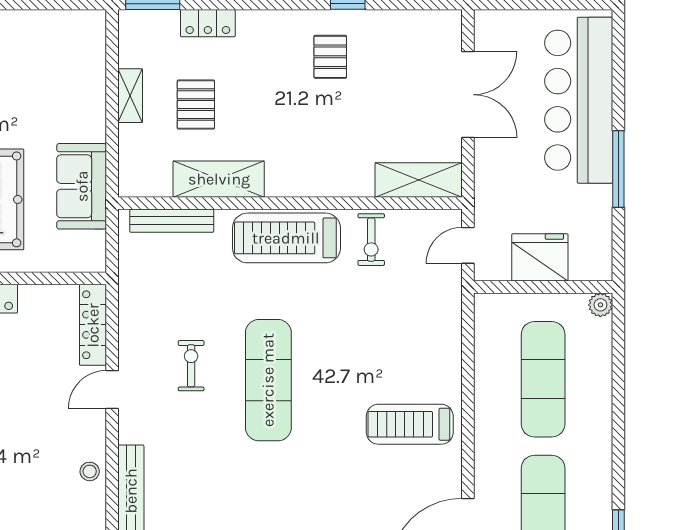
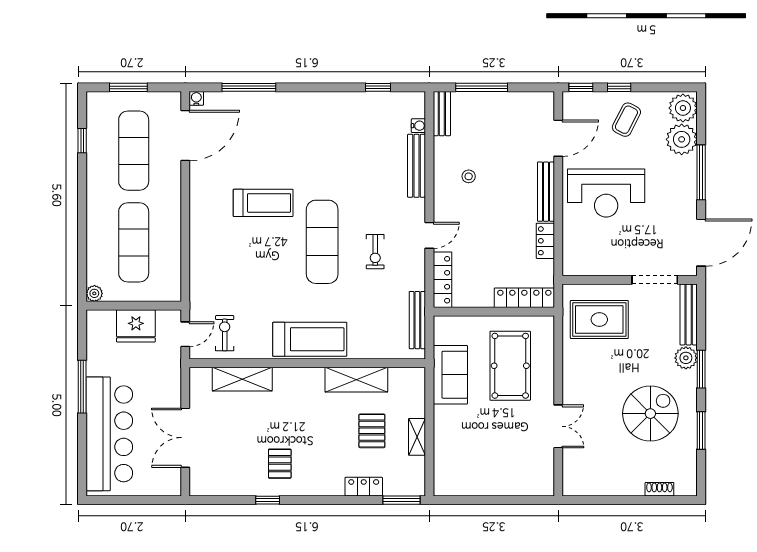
shelving: (419, 180) -> (242, 379), moved
bench: (172, 221) -> (417, 320), moved, turned 90
exercise bike: (371, 240) -> (225, 333), moved
treadmill: (410, 424) -> (263, 203), moved
stool: (90, 471) -> (469, 176), moved

